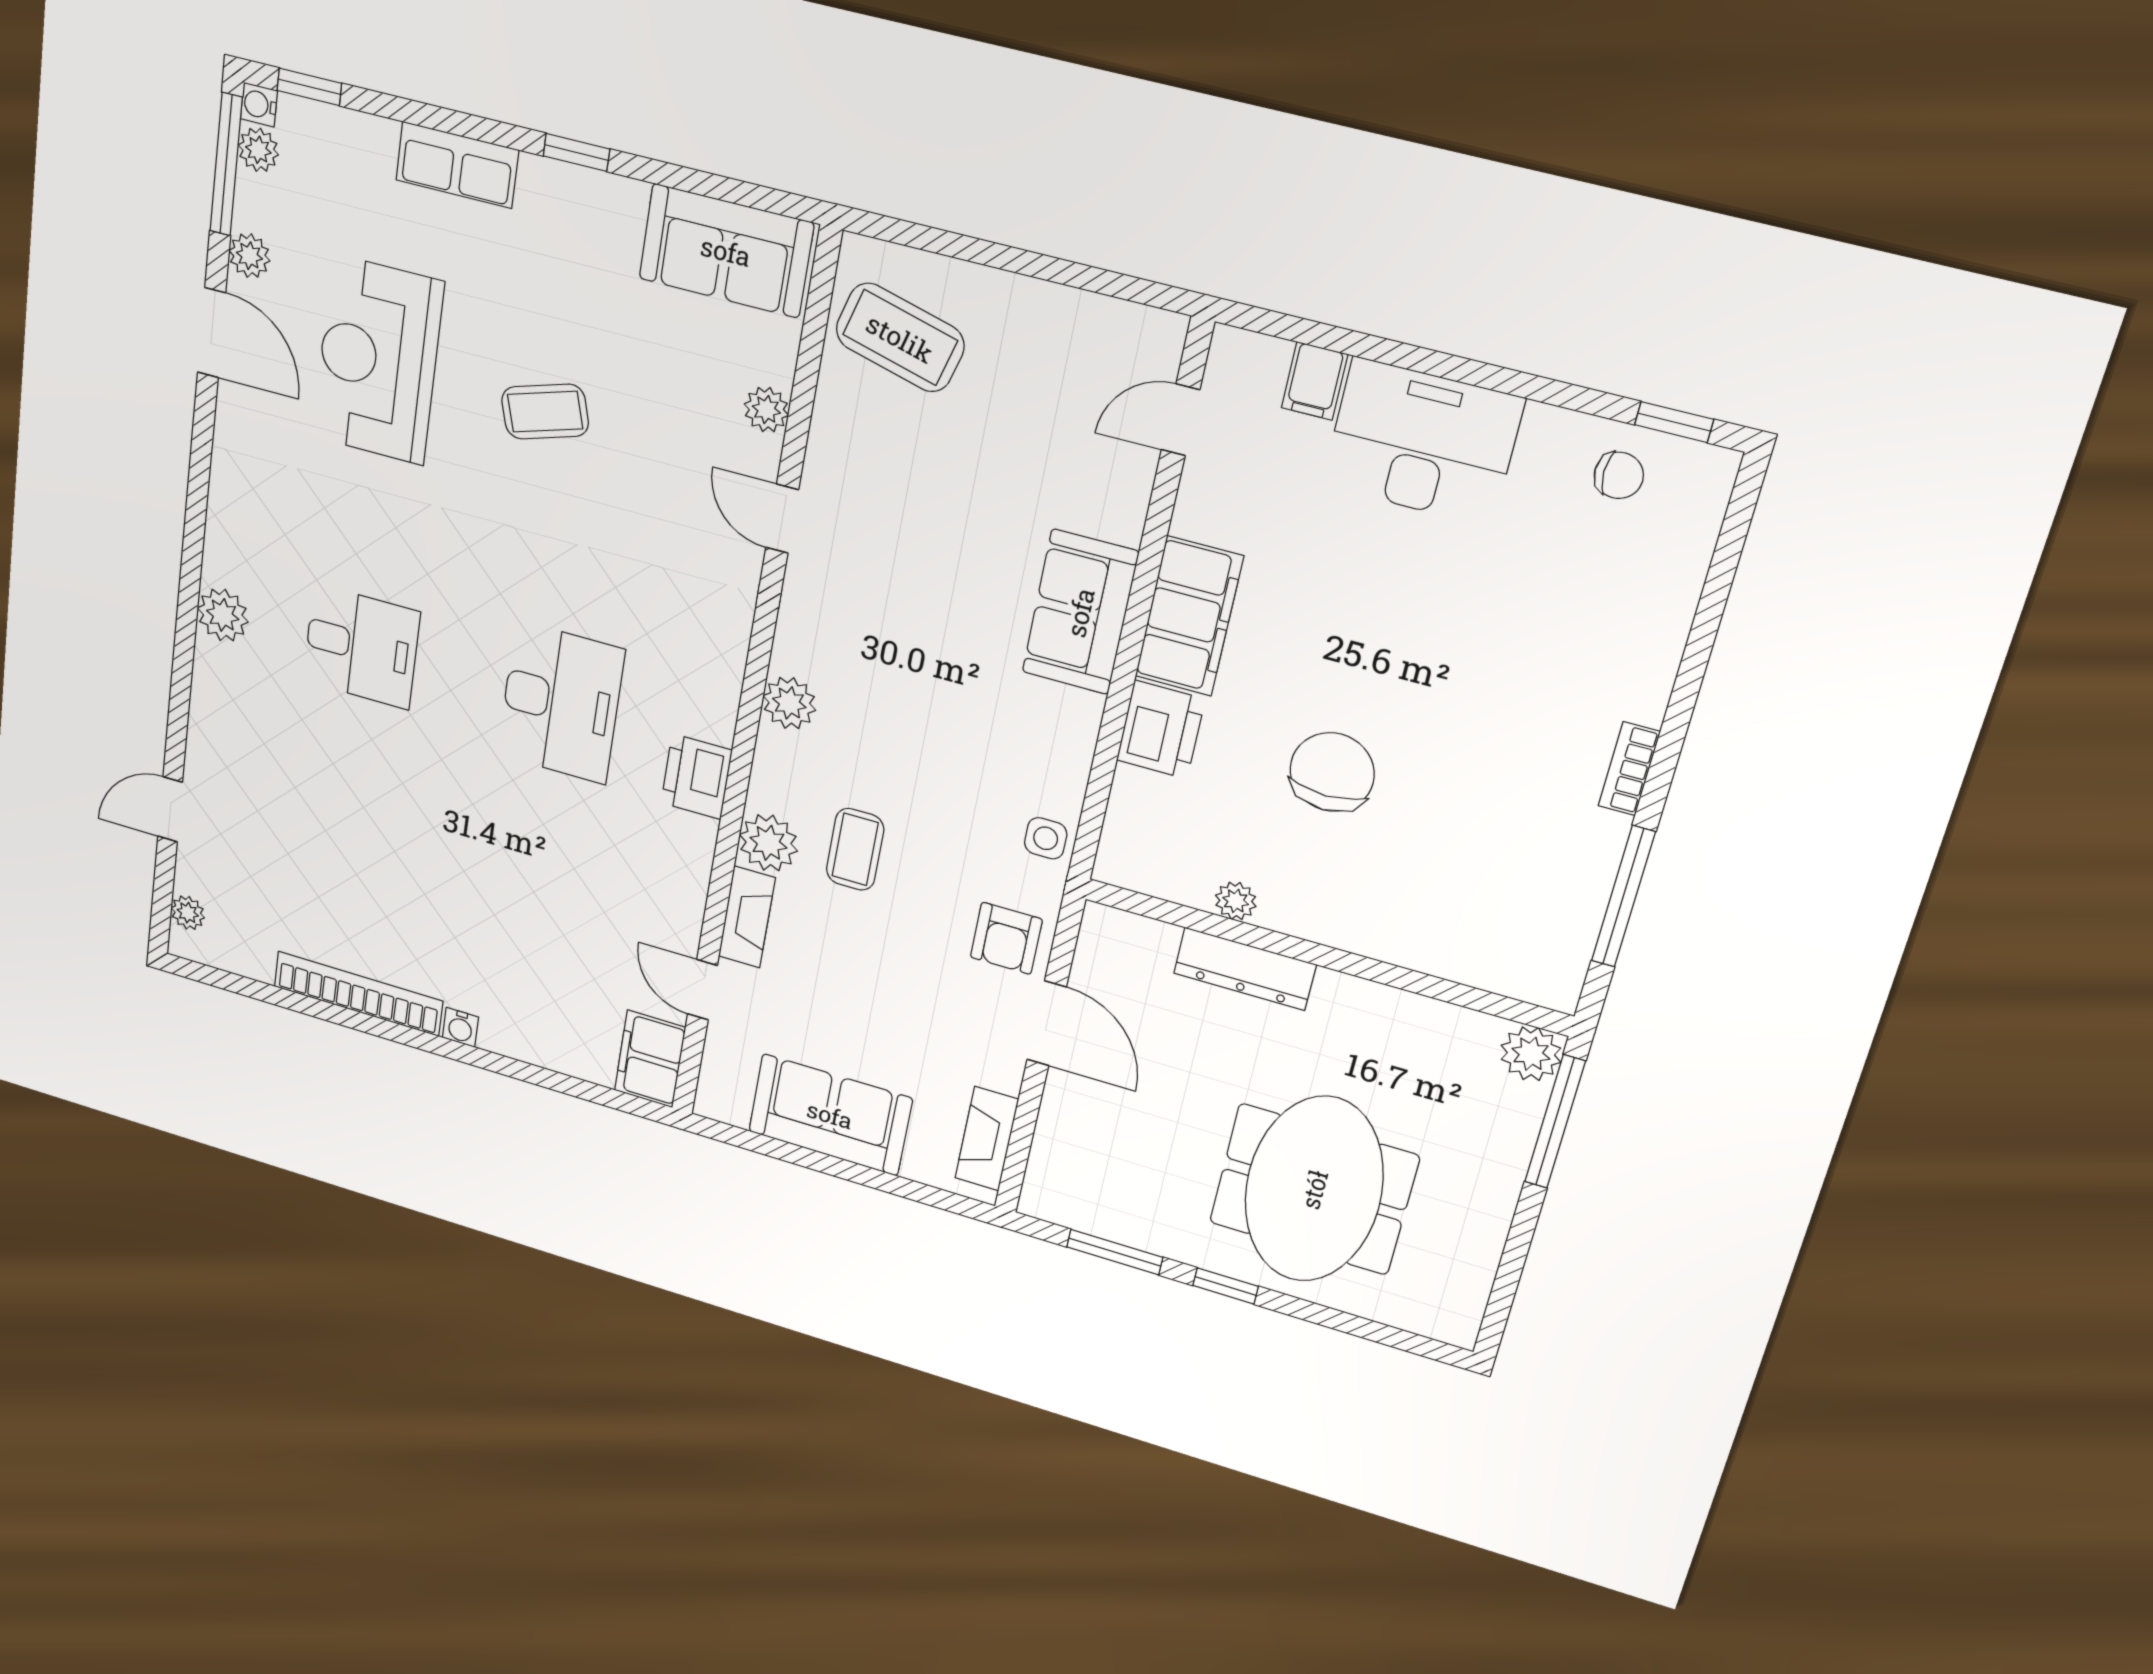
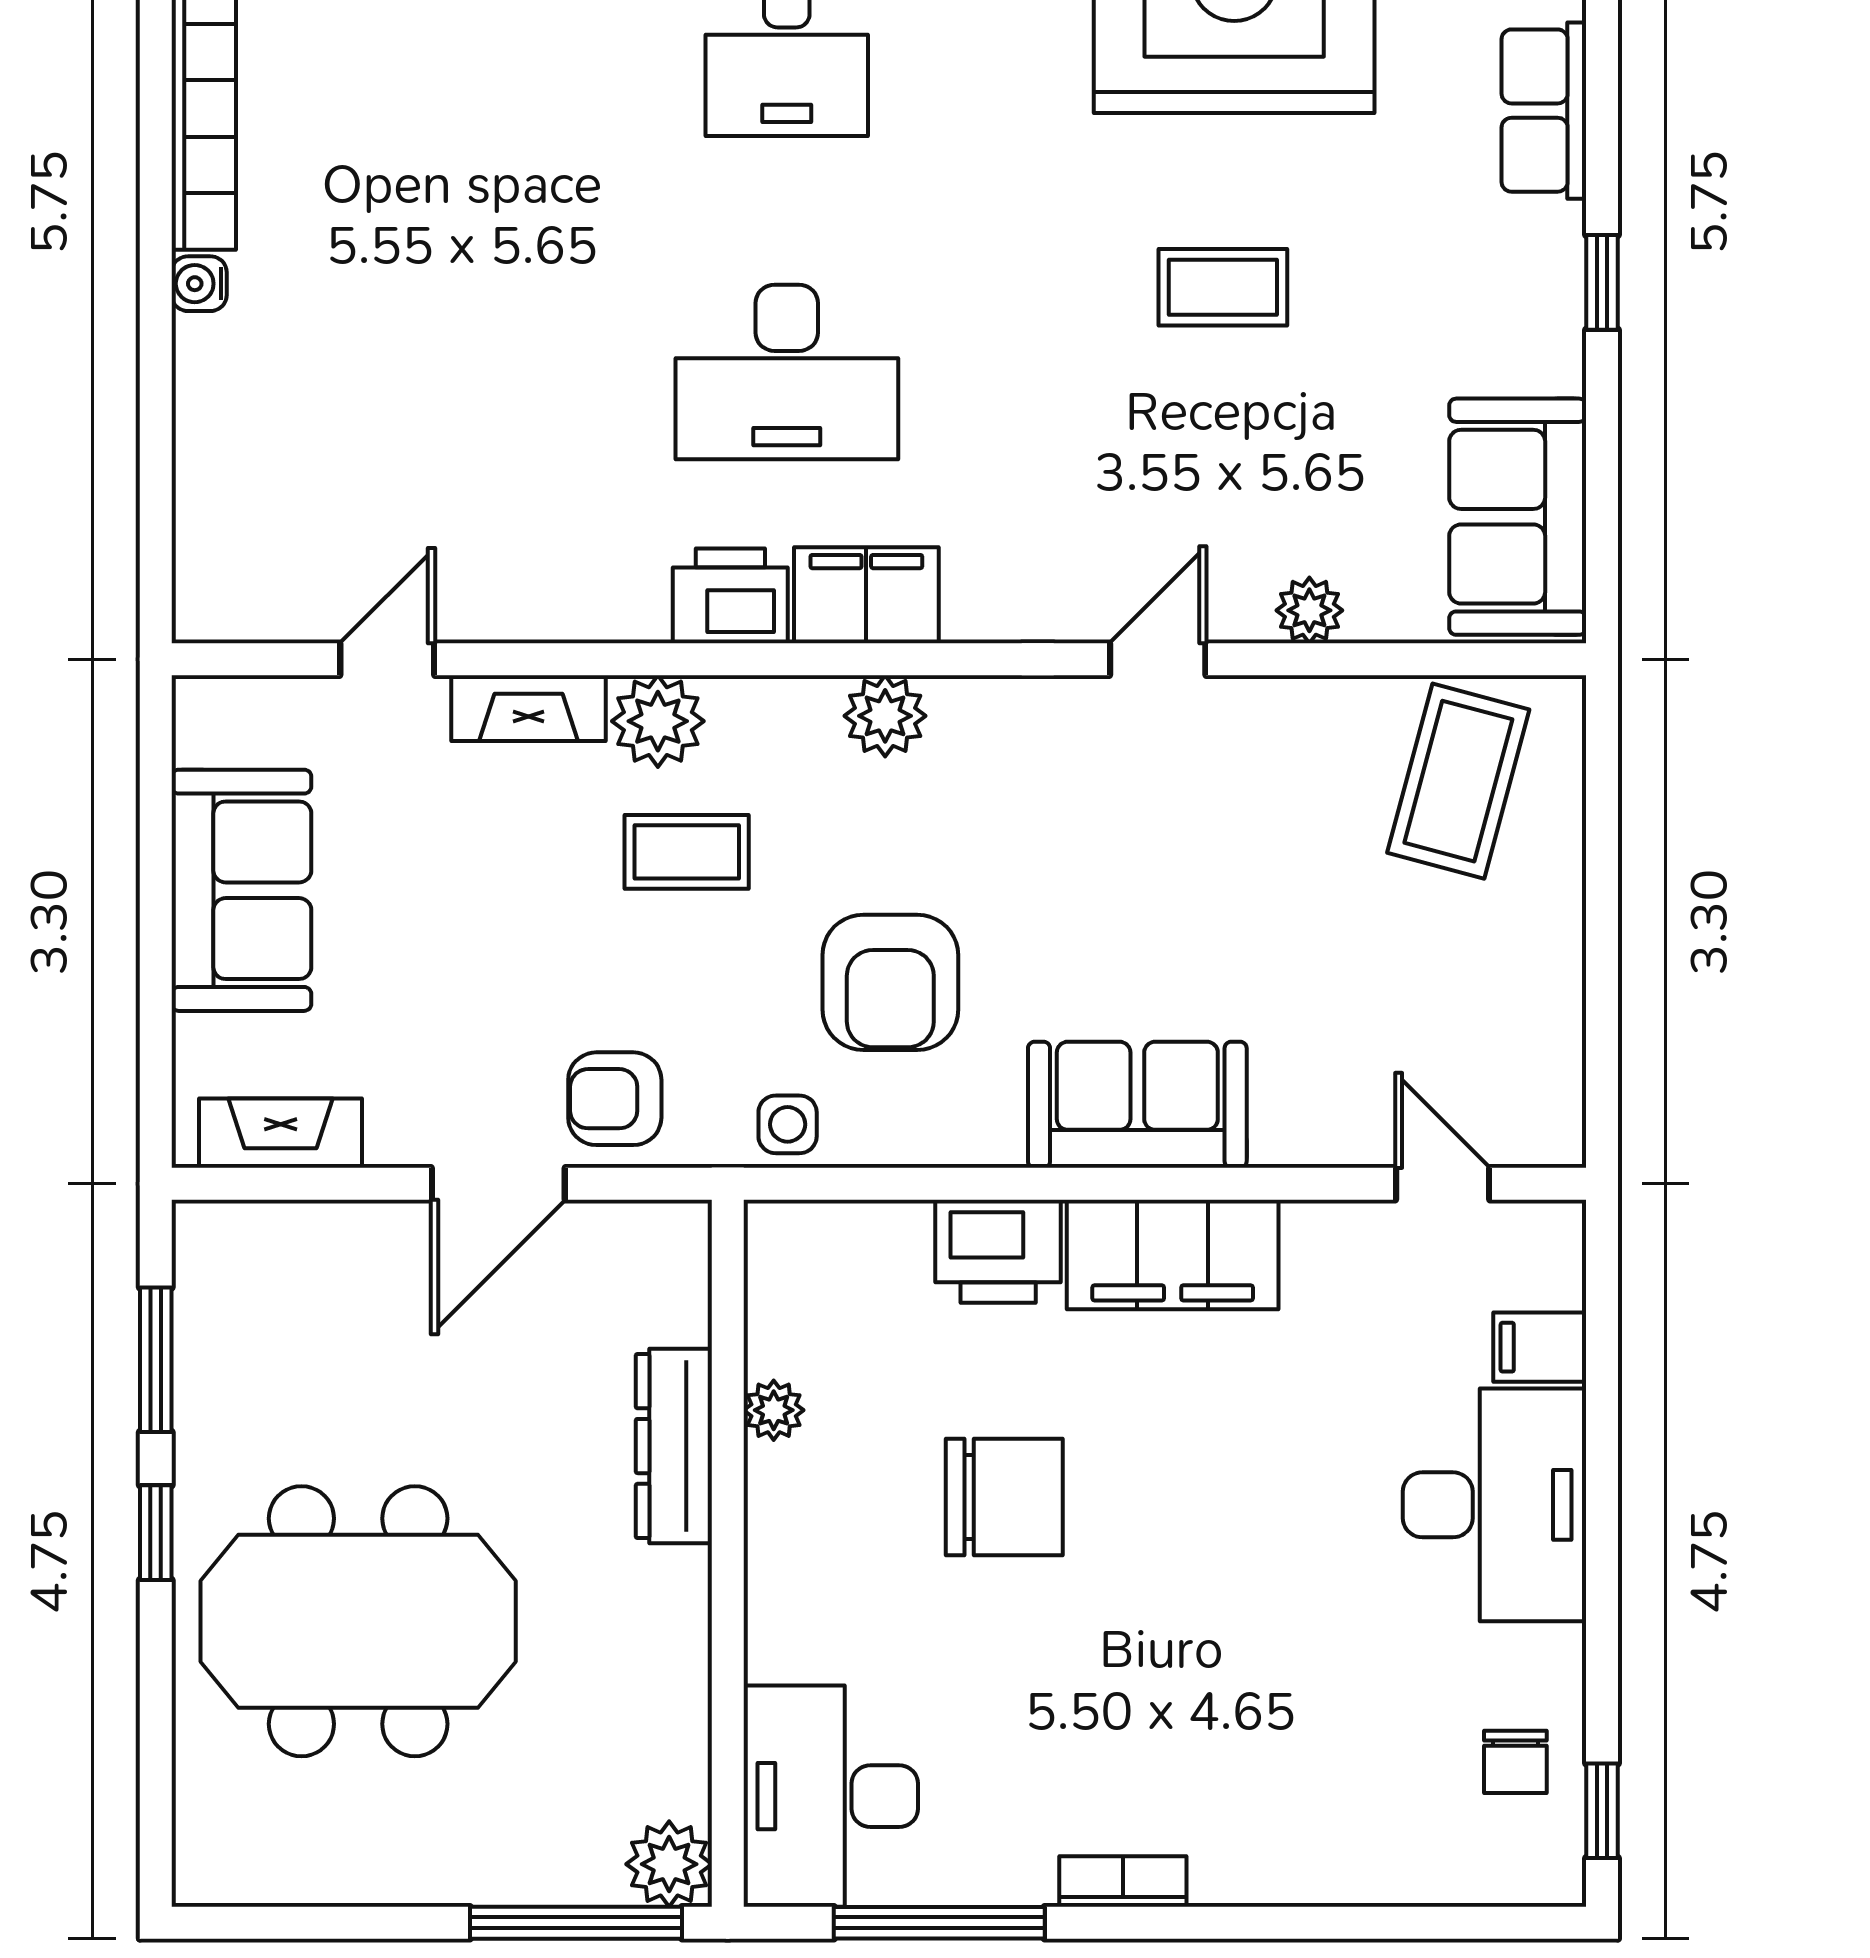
coffee table: (545, 412) -> (1223, 287), turned -73
armchair: (965, 748) -> (890, 982), added
desk: (1512, 940) -> (831, 1796), added
filing cabinet: (650, 1059) -> (866, 595), moved

